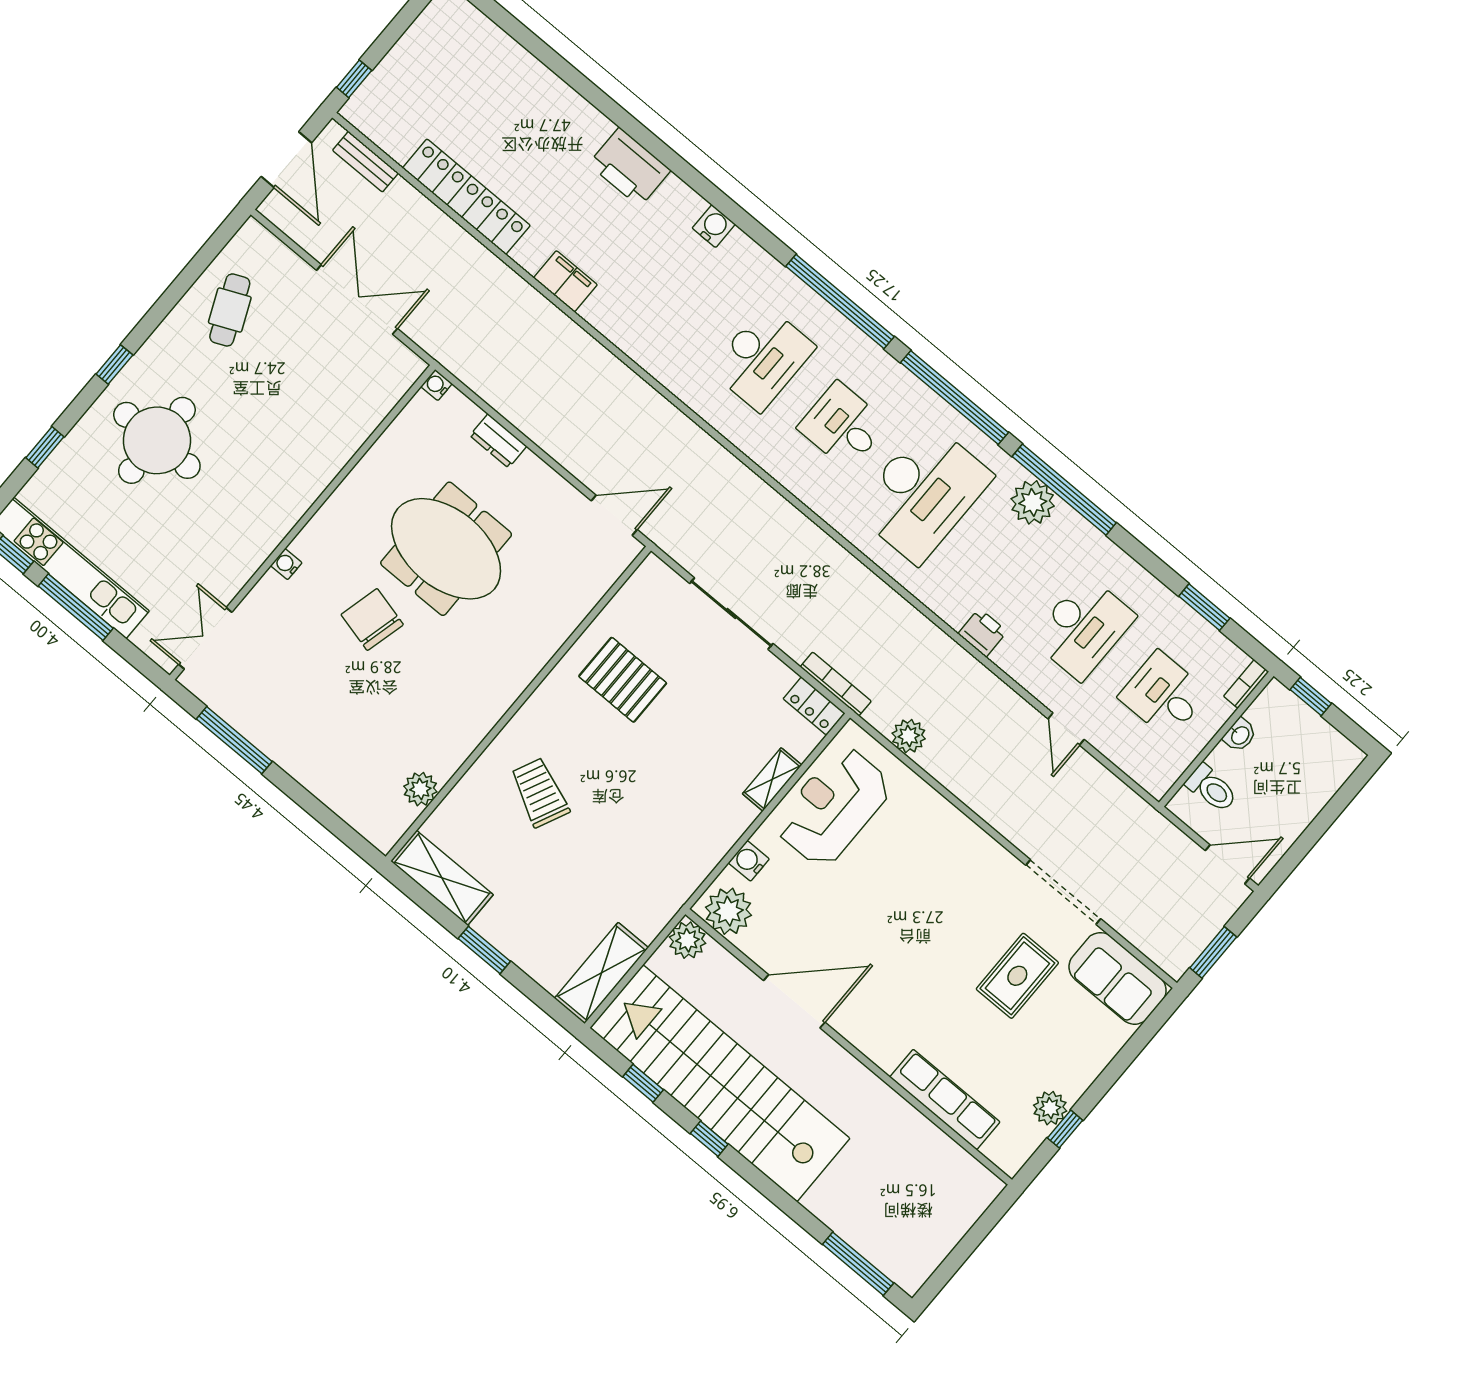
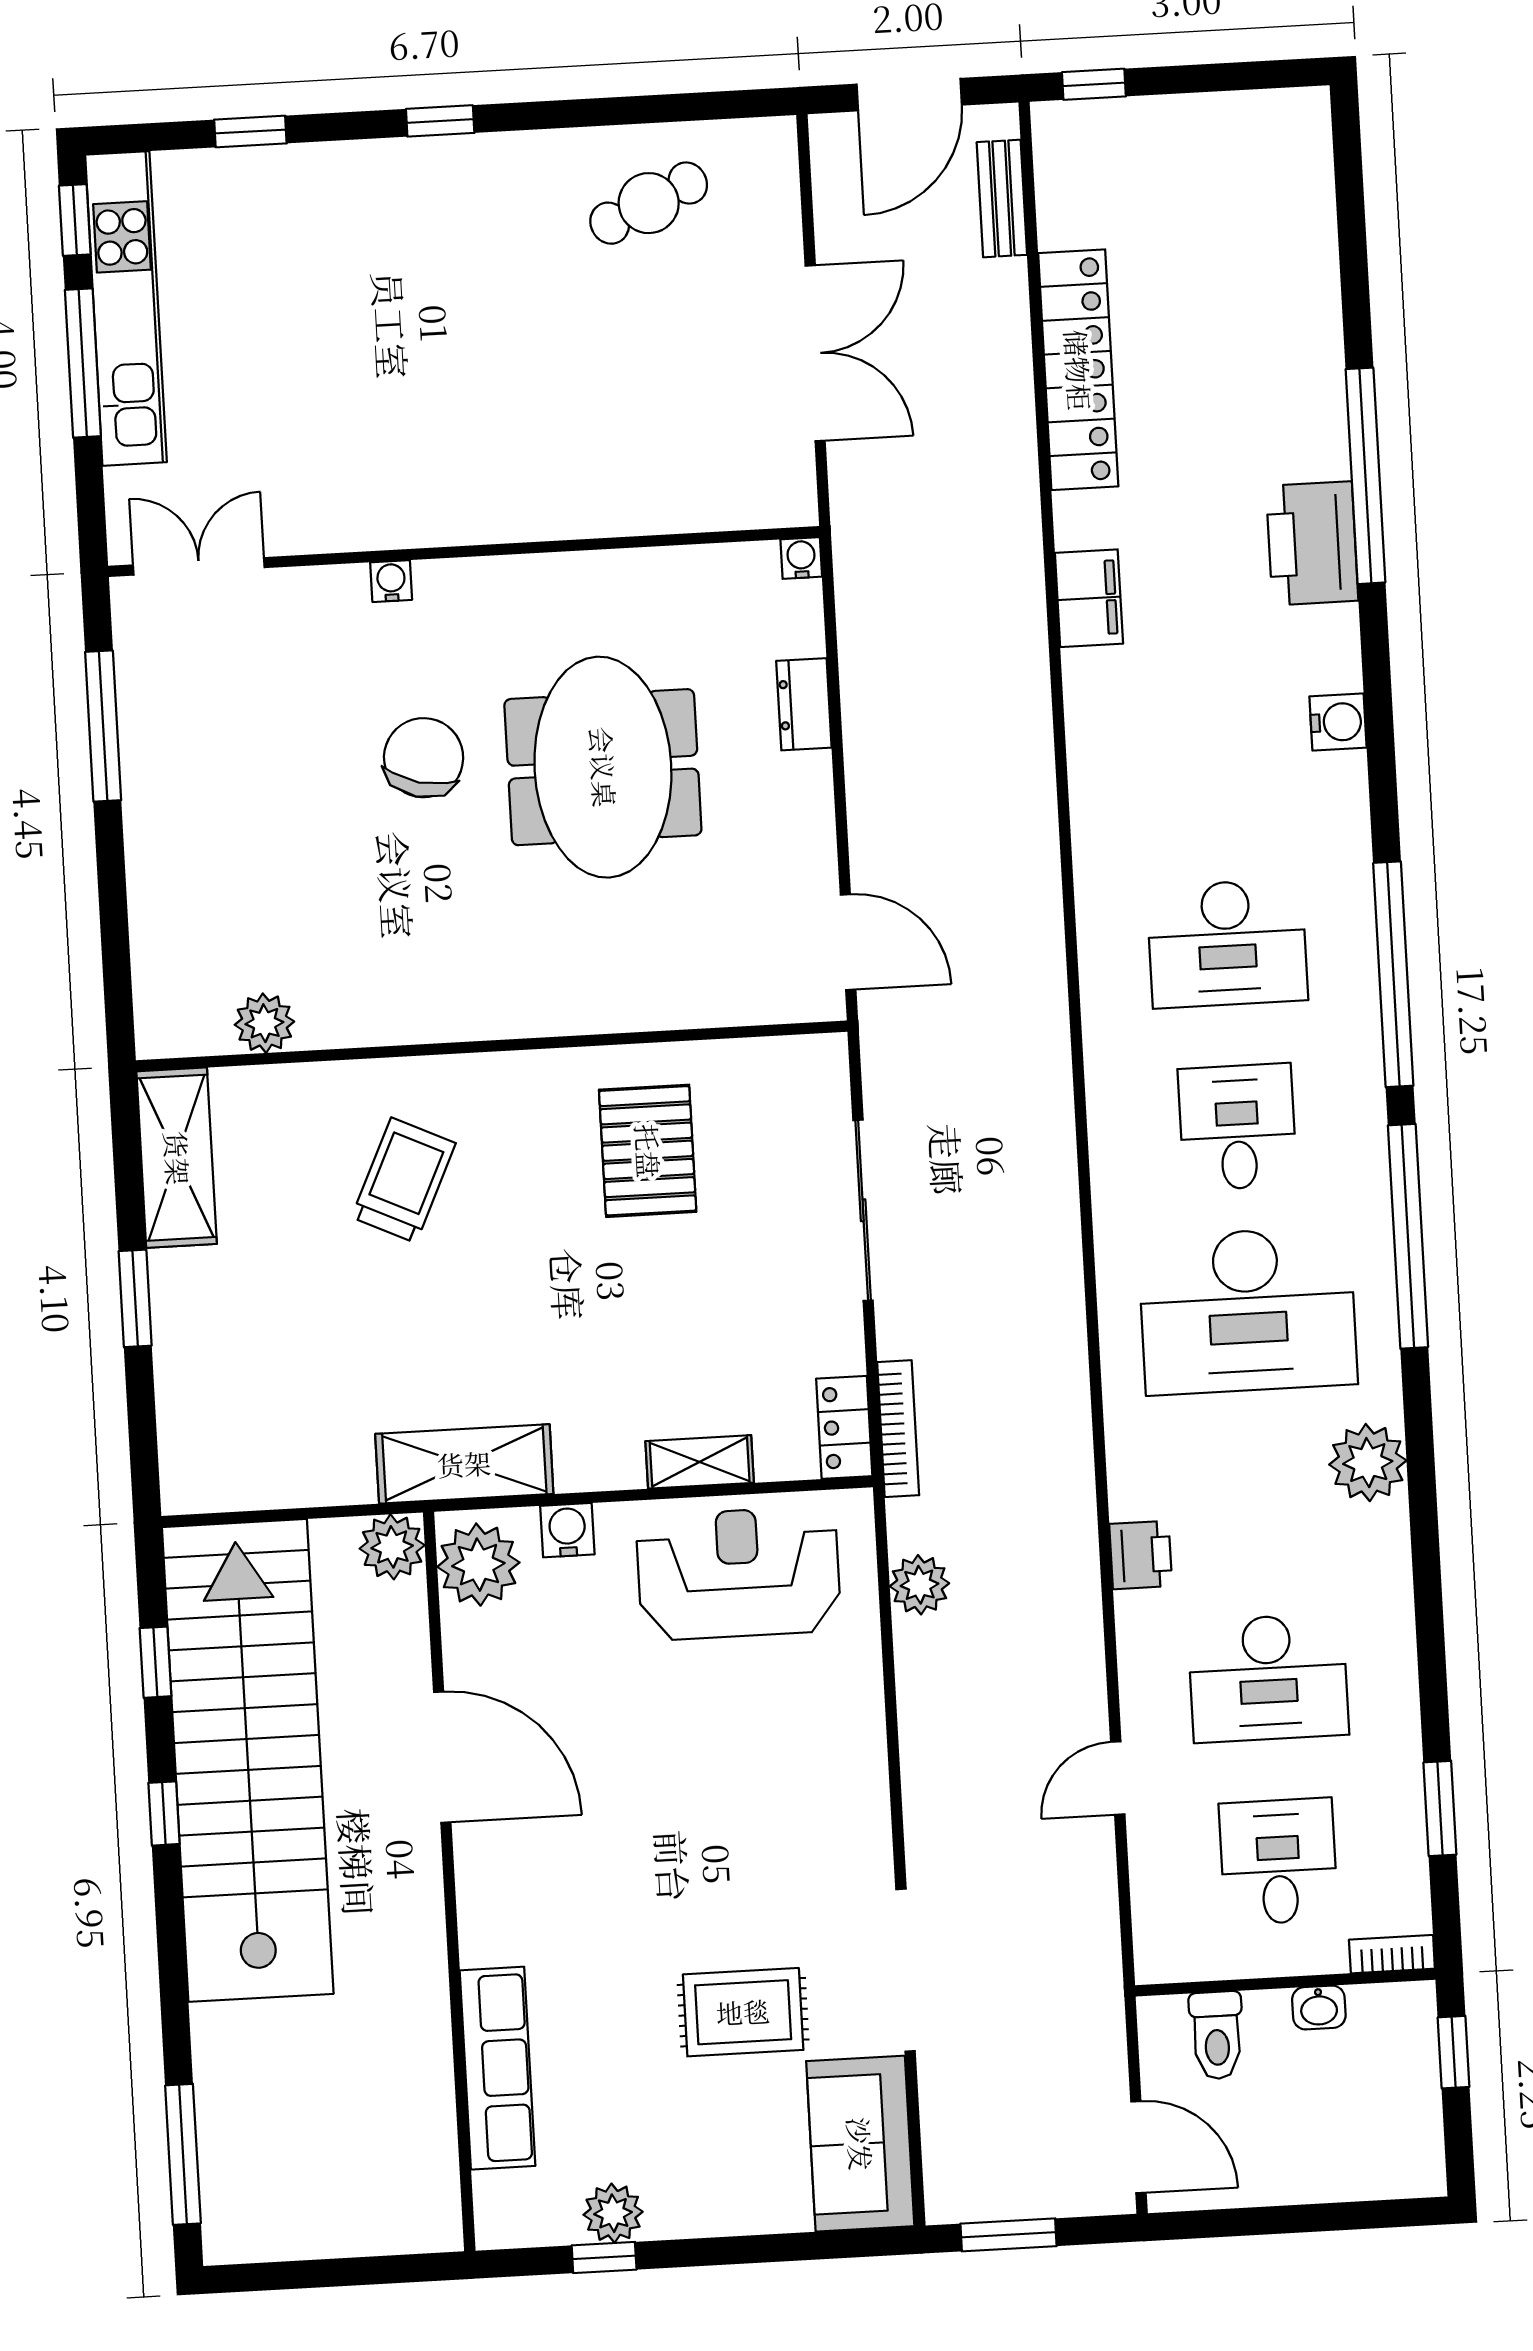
round table: (157, 440) -> (394, 267), removed
window: (1064, 490) -> (1365, 476), moved
shelving: (601, 973) -> (464, 1464), moved

